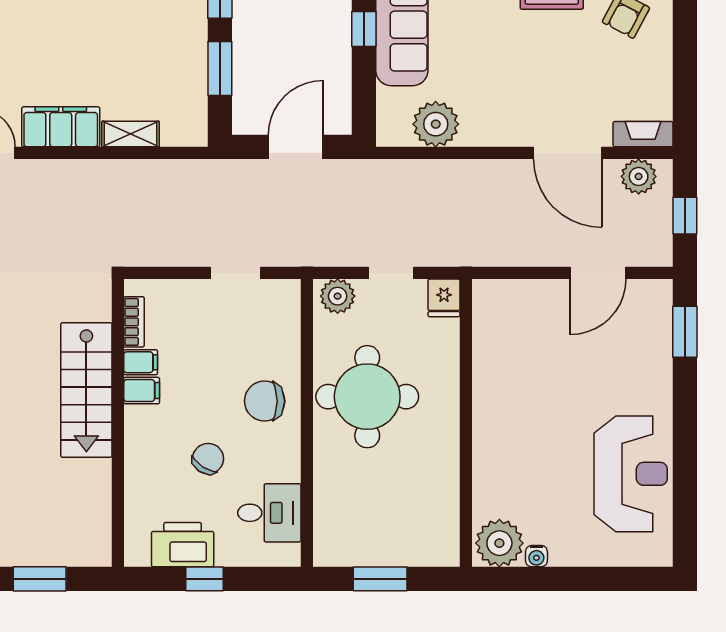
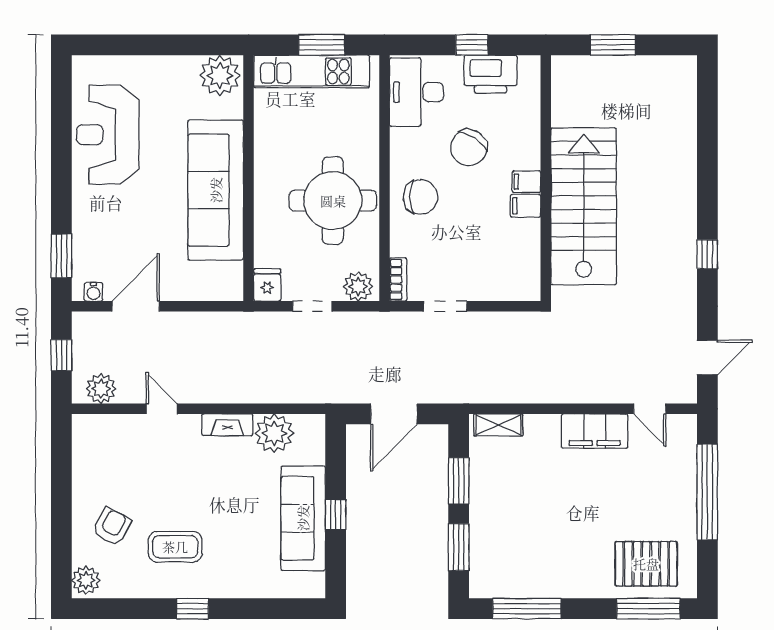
shelving: (130, 134) -> (498, 425), moved
fireplace: (643, 134) -> (227, 425), moved
door: (568, 153) -> (162, 409), width x0.53
bookcase: (134, 322) -> (398, 280), moved, turned 180
filing cabinet: (141, 362) -> (526, 182), moved
stairs: (86, 390) -> (584, 206), width x1.36, depth x1.51
sofa: (504, 409) -> (216, 190), added
chair: (208, 459) -> (469, 148), width x1.37, depth x1.37
desk: (269, 513) -> (416, 92), width x1.37
kitchen unit: (392, 548) -> (312, 71), added
water cooler: (536, 556) -> (94, 292), moved, turned 180

